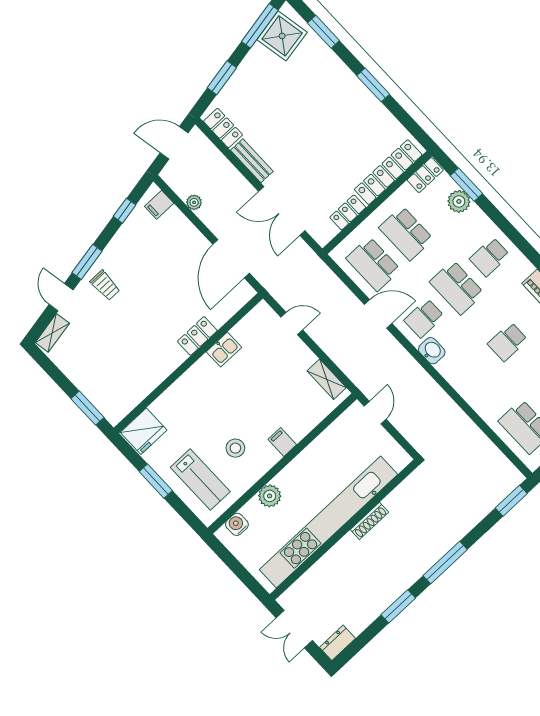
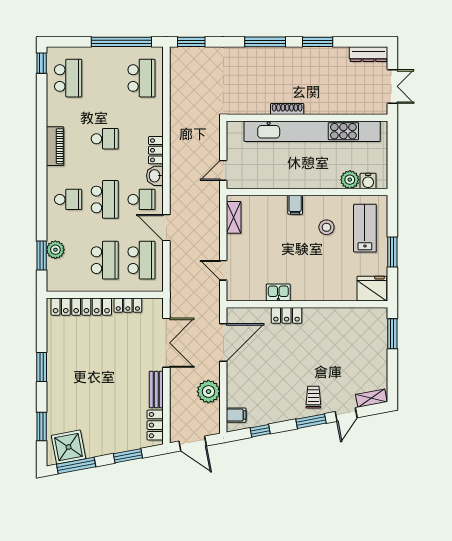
locker: (425, 175) -> (156, 150), moved, turned -90
plant: (194, 202) -> (208, 392), width x1.88, depth x1.88
plant: (270, 496) -> (350, 180), moved
dresser: (337, 643) -> (368, 54), width x1.44

